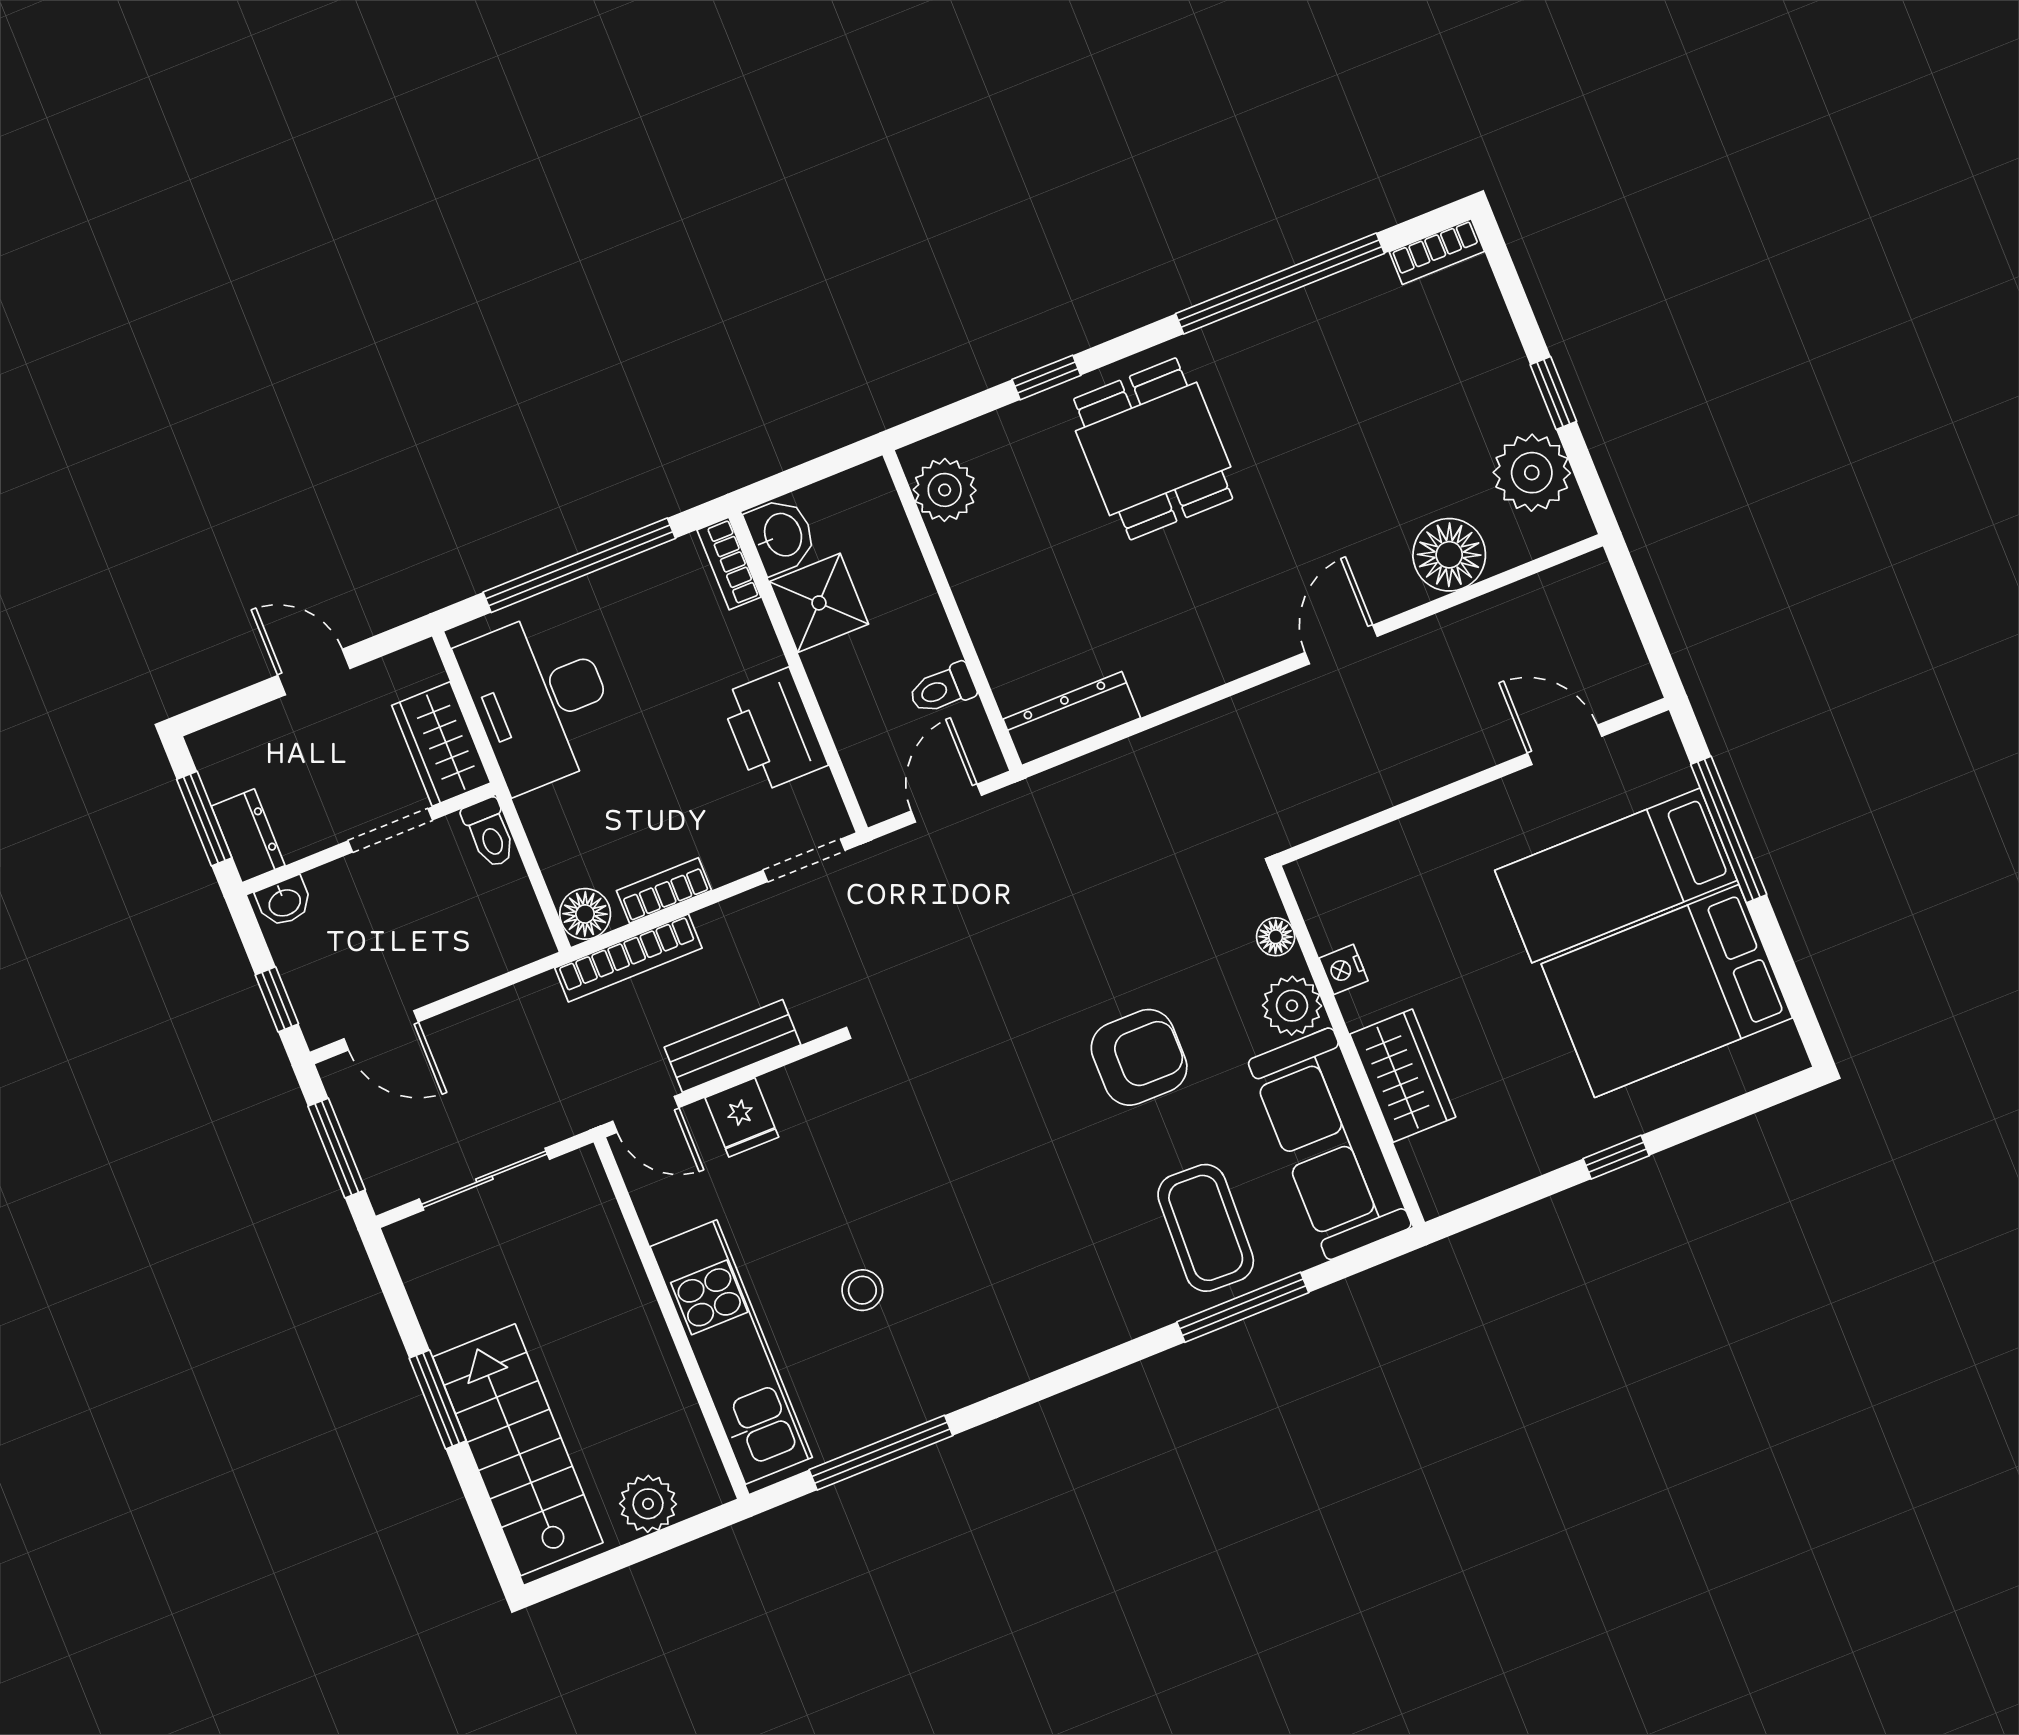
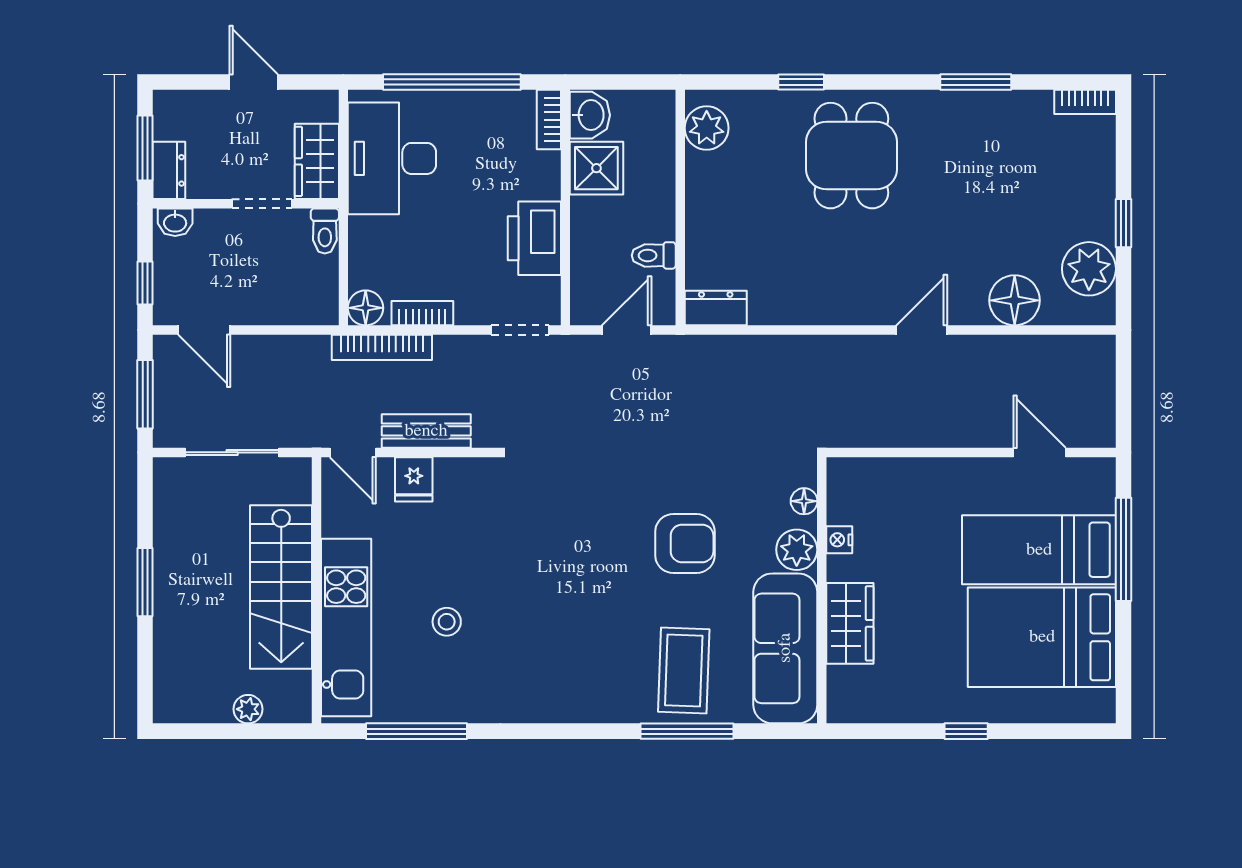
window: (1280, 284) -> (976, 82), width x0.47
dresser: (1072, 719) -> (716, 308), width x0.70
stairs: (518, 1450) -> (281, 587), moved, turned 180
plant: (648, 1504) -> (248, 709), width x0.73, depth x0.73

